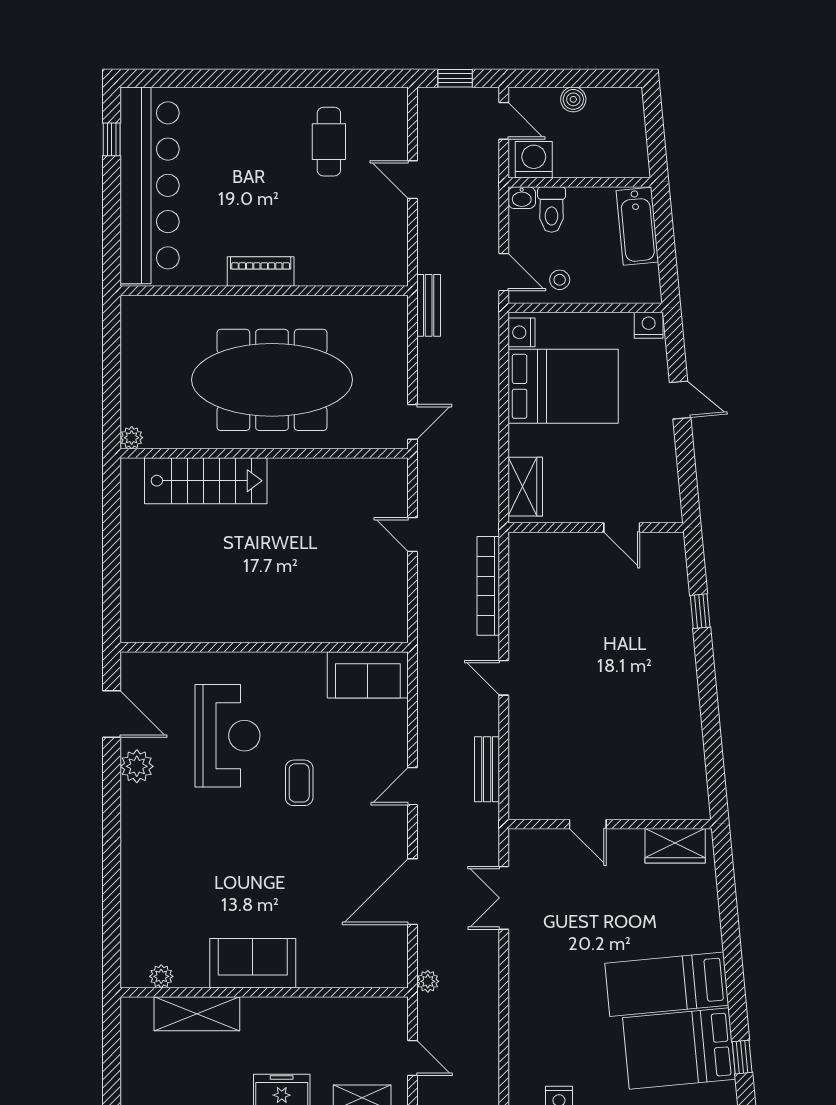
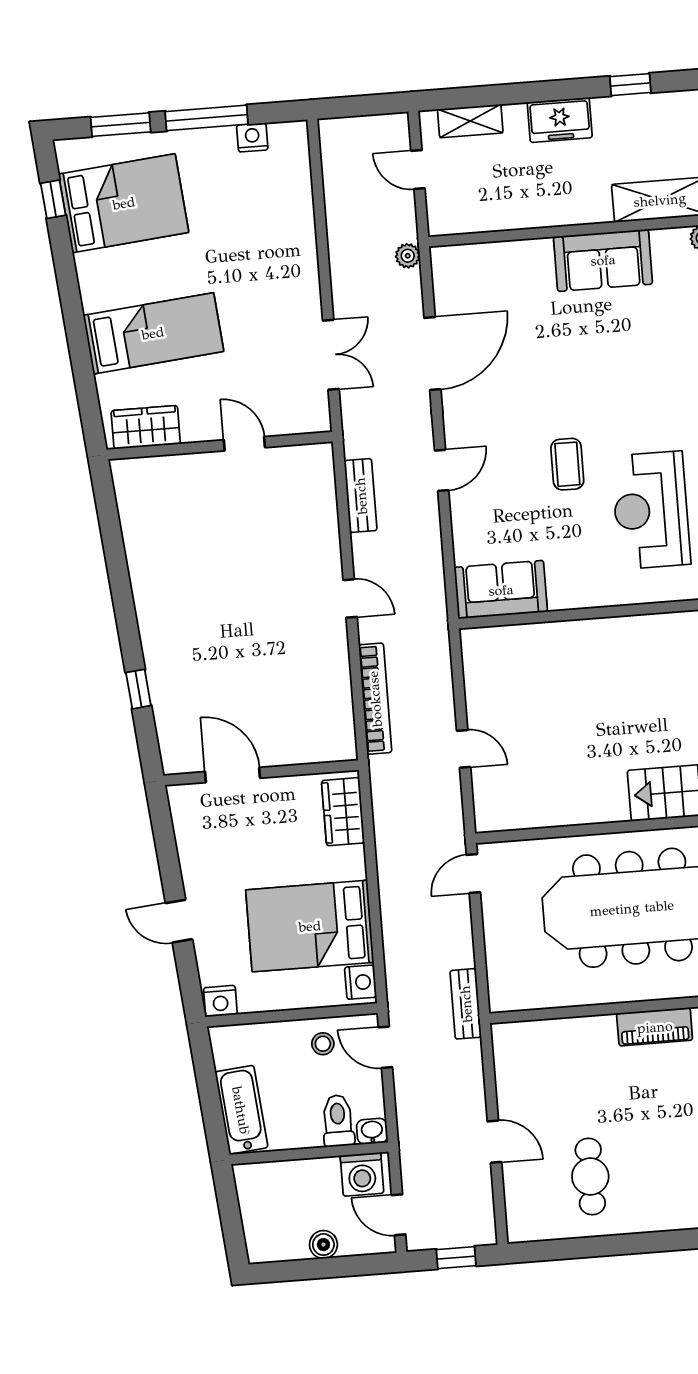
door: (622, 527) -> (233, 775), width x1.38
bed: (667, 984) -> (153, 333), moved

